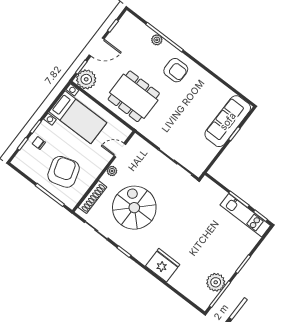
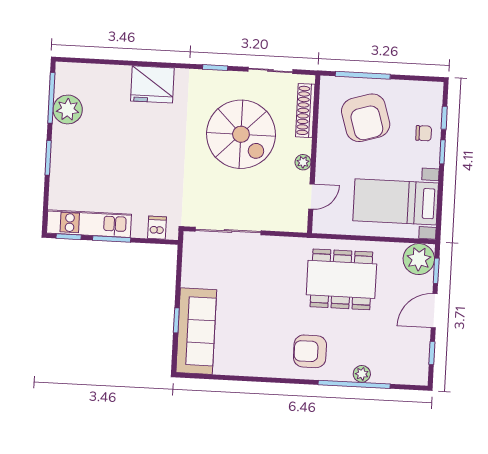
dishwasher: (211, 189) -> (157, 228), added

